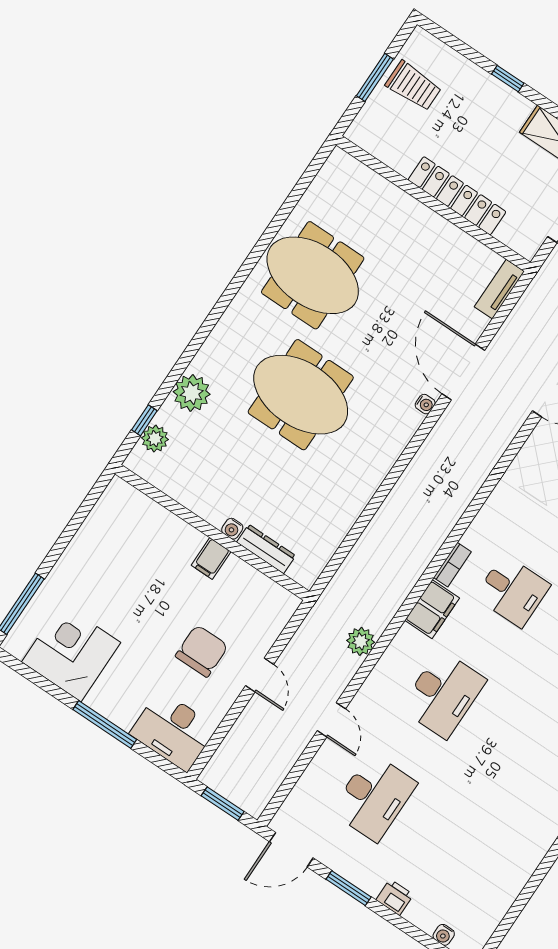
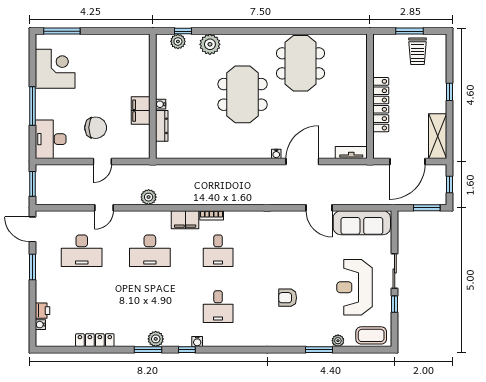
filing cabinet: (211, 558) -> (141, 111), width x2.00
locker: (523, 868) -> (95, 340), added
printer: (395, 897) -> (43, 311), moved

